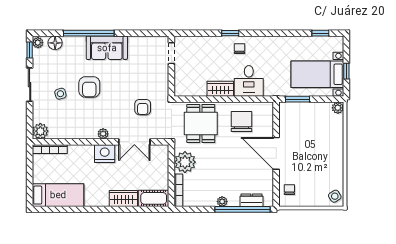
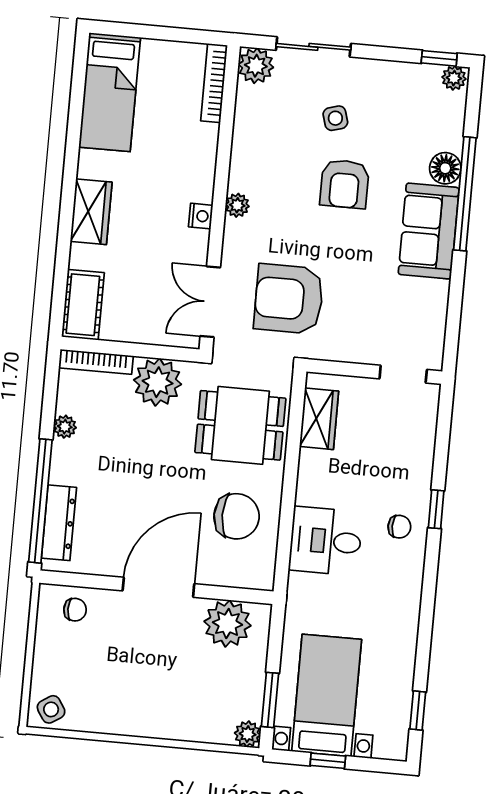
floor lamp: (55, 43) -> (445, 168), moved
sliding door: (30, 85) -> (313, 47), moved
armchair: (89, 87) -> (345, 184), turned -90
wardrobe: (220, 89) -> (319, 419), moved
window: (298, 99) -> (270, 700), moved
armchair: (143, 107) -> (289, 299), width x1.88, depth x1.88
plant: (289, 121) -> (227, 624), added
double door: (134, 142) -> (210, 302), moved
nightstand: (105, 154) -> (201, 216), width x0.53, depth x0.56
wardrobe: (123, 199) -> (91, 212), moved
dresser: (251, 200) -> (59, 523), width x1.44
plant: (222, 202) -> (65, 427), moved

